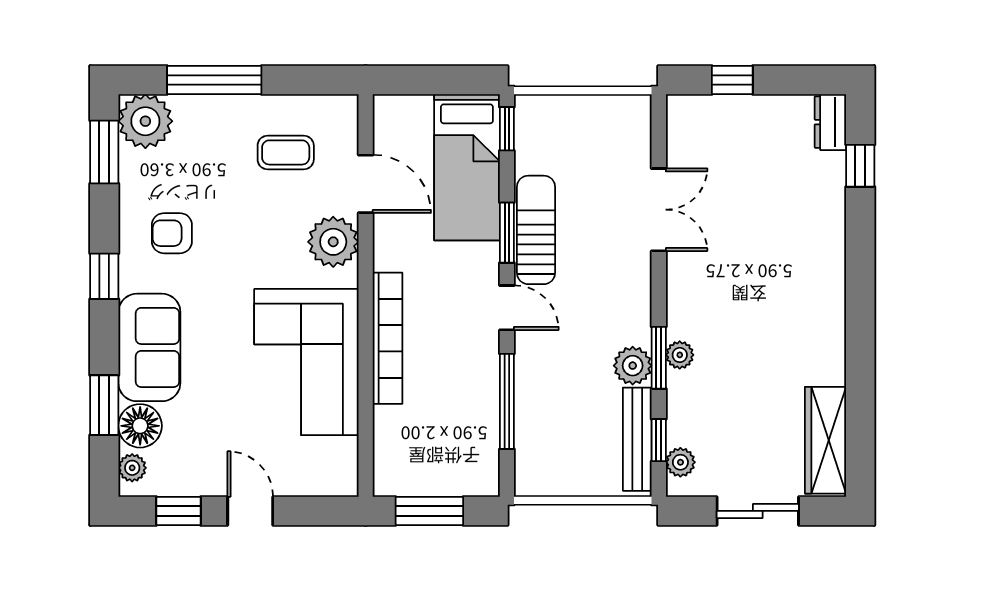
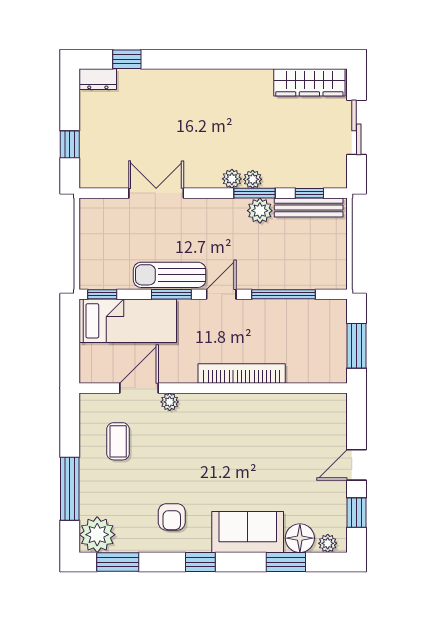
plant: (333, 242) -> (170, 402), width x0.53, depth x0.53
corner sofa: (306, 362) -> (257, 428), removed
plant: (680, 462) -> (232, 179), moved

